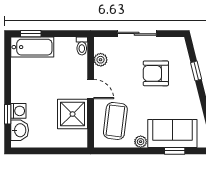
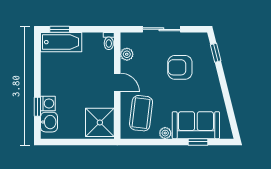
window: (196, 71) -> (216, 53), moved
shower: (73, 114) -> (100, 122), moved

